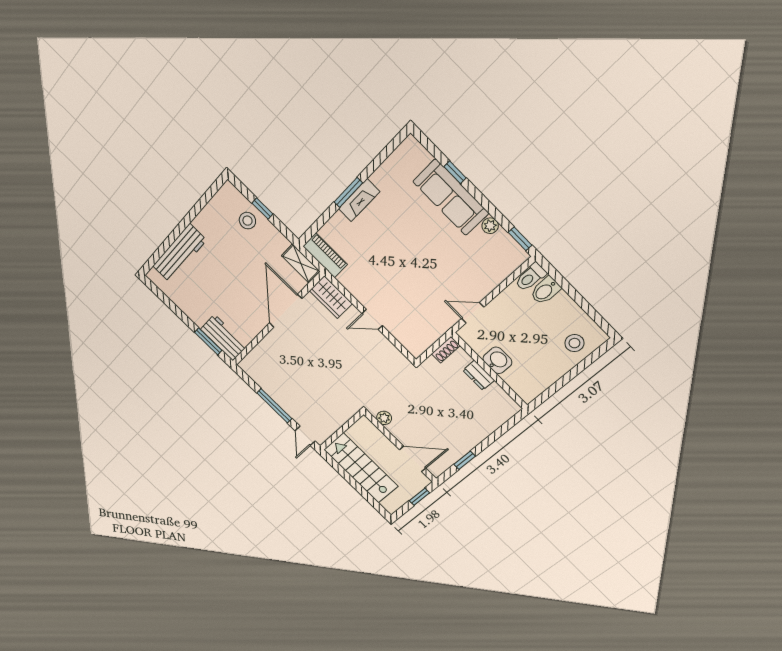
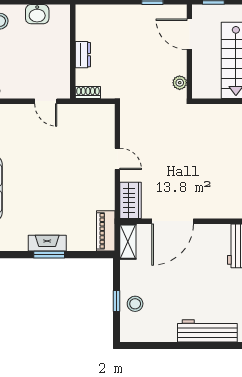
washbasin: (497, 360) -> (37, 14), moved, turned -90

